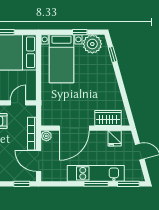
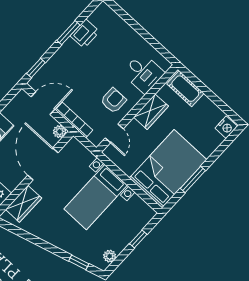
window: (80, 32) -> (138, 239), moved
plant: (92, 44) -> (110, 256), width x0.53, depth x0.53
bed with nightstands: (61, 59) -> (96, 197), moved, turned -90

